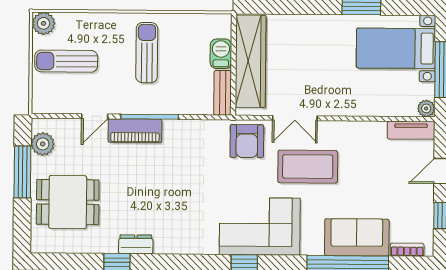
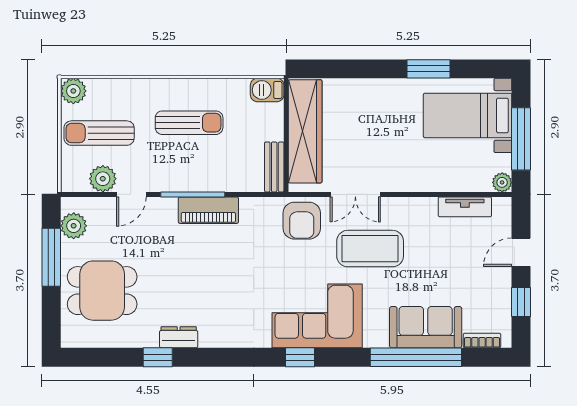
sun lounger: (147, 53) -> (189, 123), turned 90
barbecue: (221, 54) -> (267, 90), moved, turned -90
plant: (69, 102) -> (103, 179), added
tv unit: (411, 130) -> (465, 207), moved
piano: (135, 131) -> (208, 210), moved

